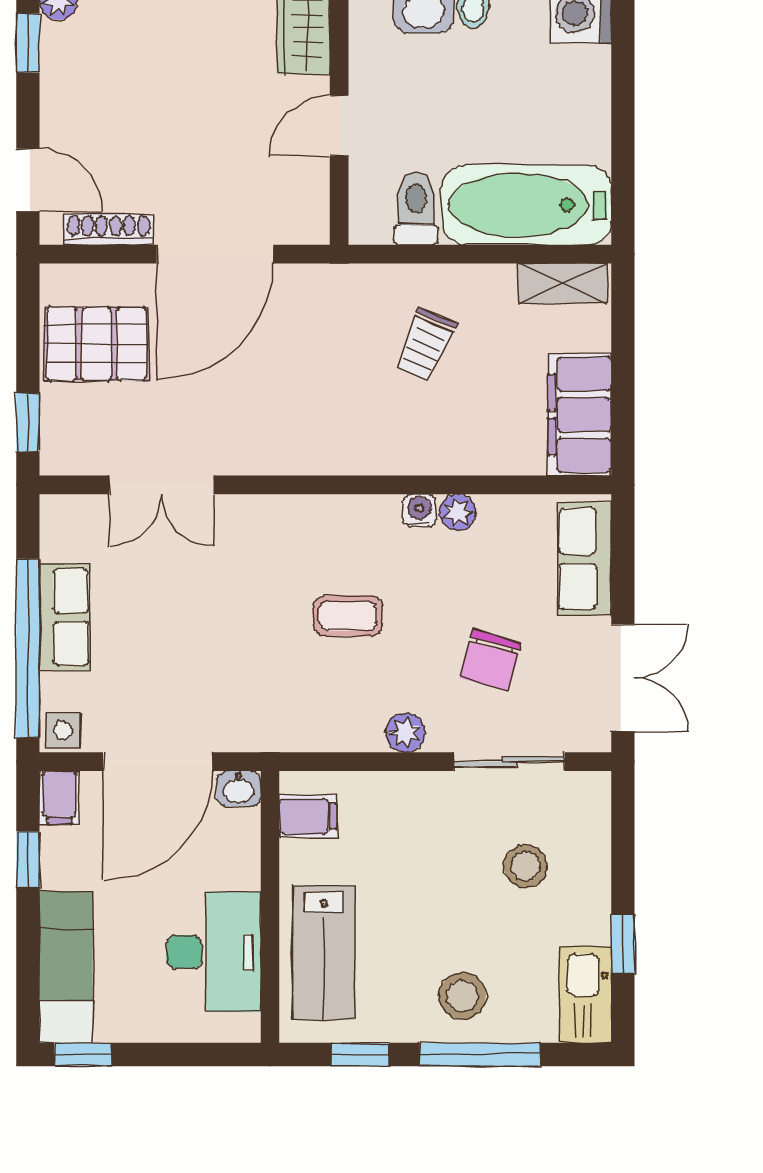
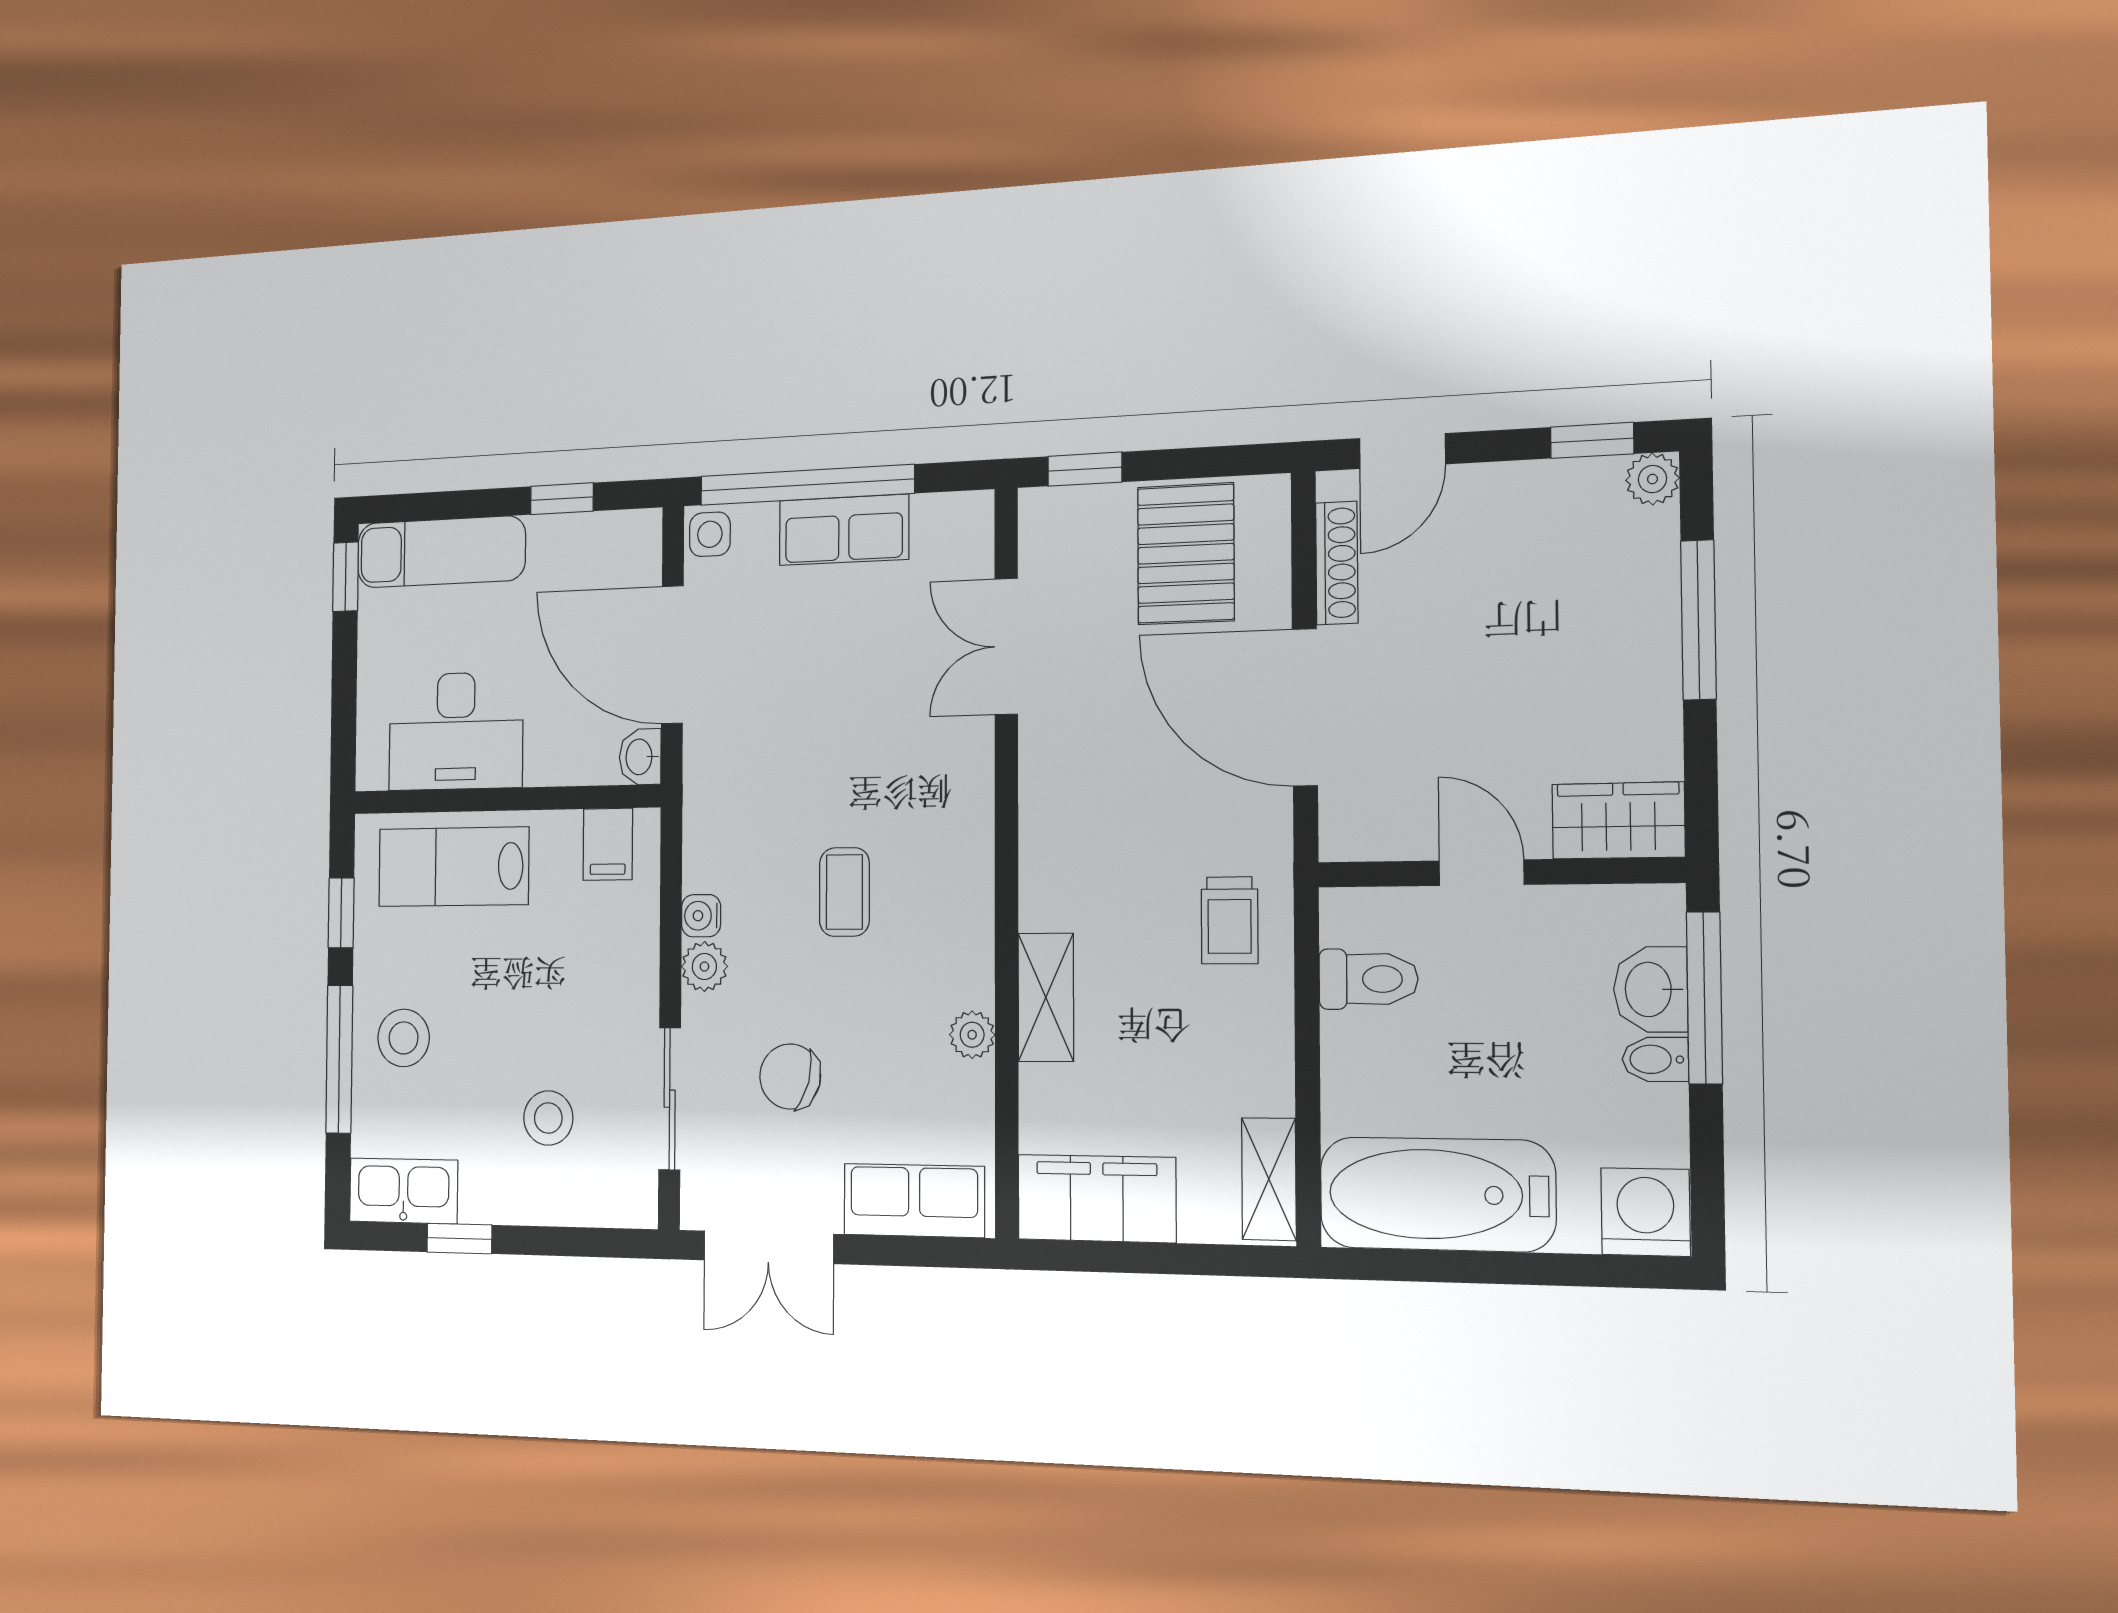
bathtub: (527, 205) -> (1437, 1194), moved, turned -90
trolley: (425, 345) -> (1229, 920), moved, turned -113
shelving: (429, 454) -> (1046, 997), added
water cooler: (419, 511) -> (701, 916), moved, turned 180
filing cabinet: (59, 797) -> (632, 534), removed

